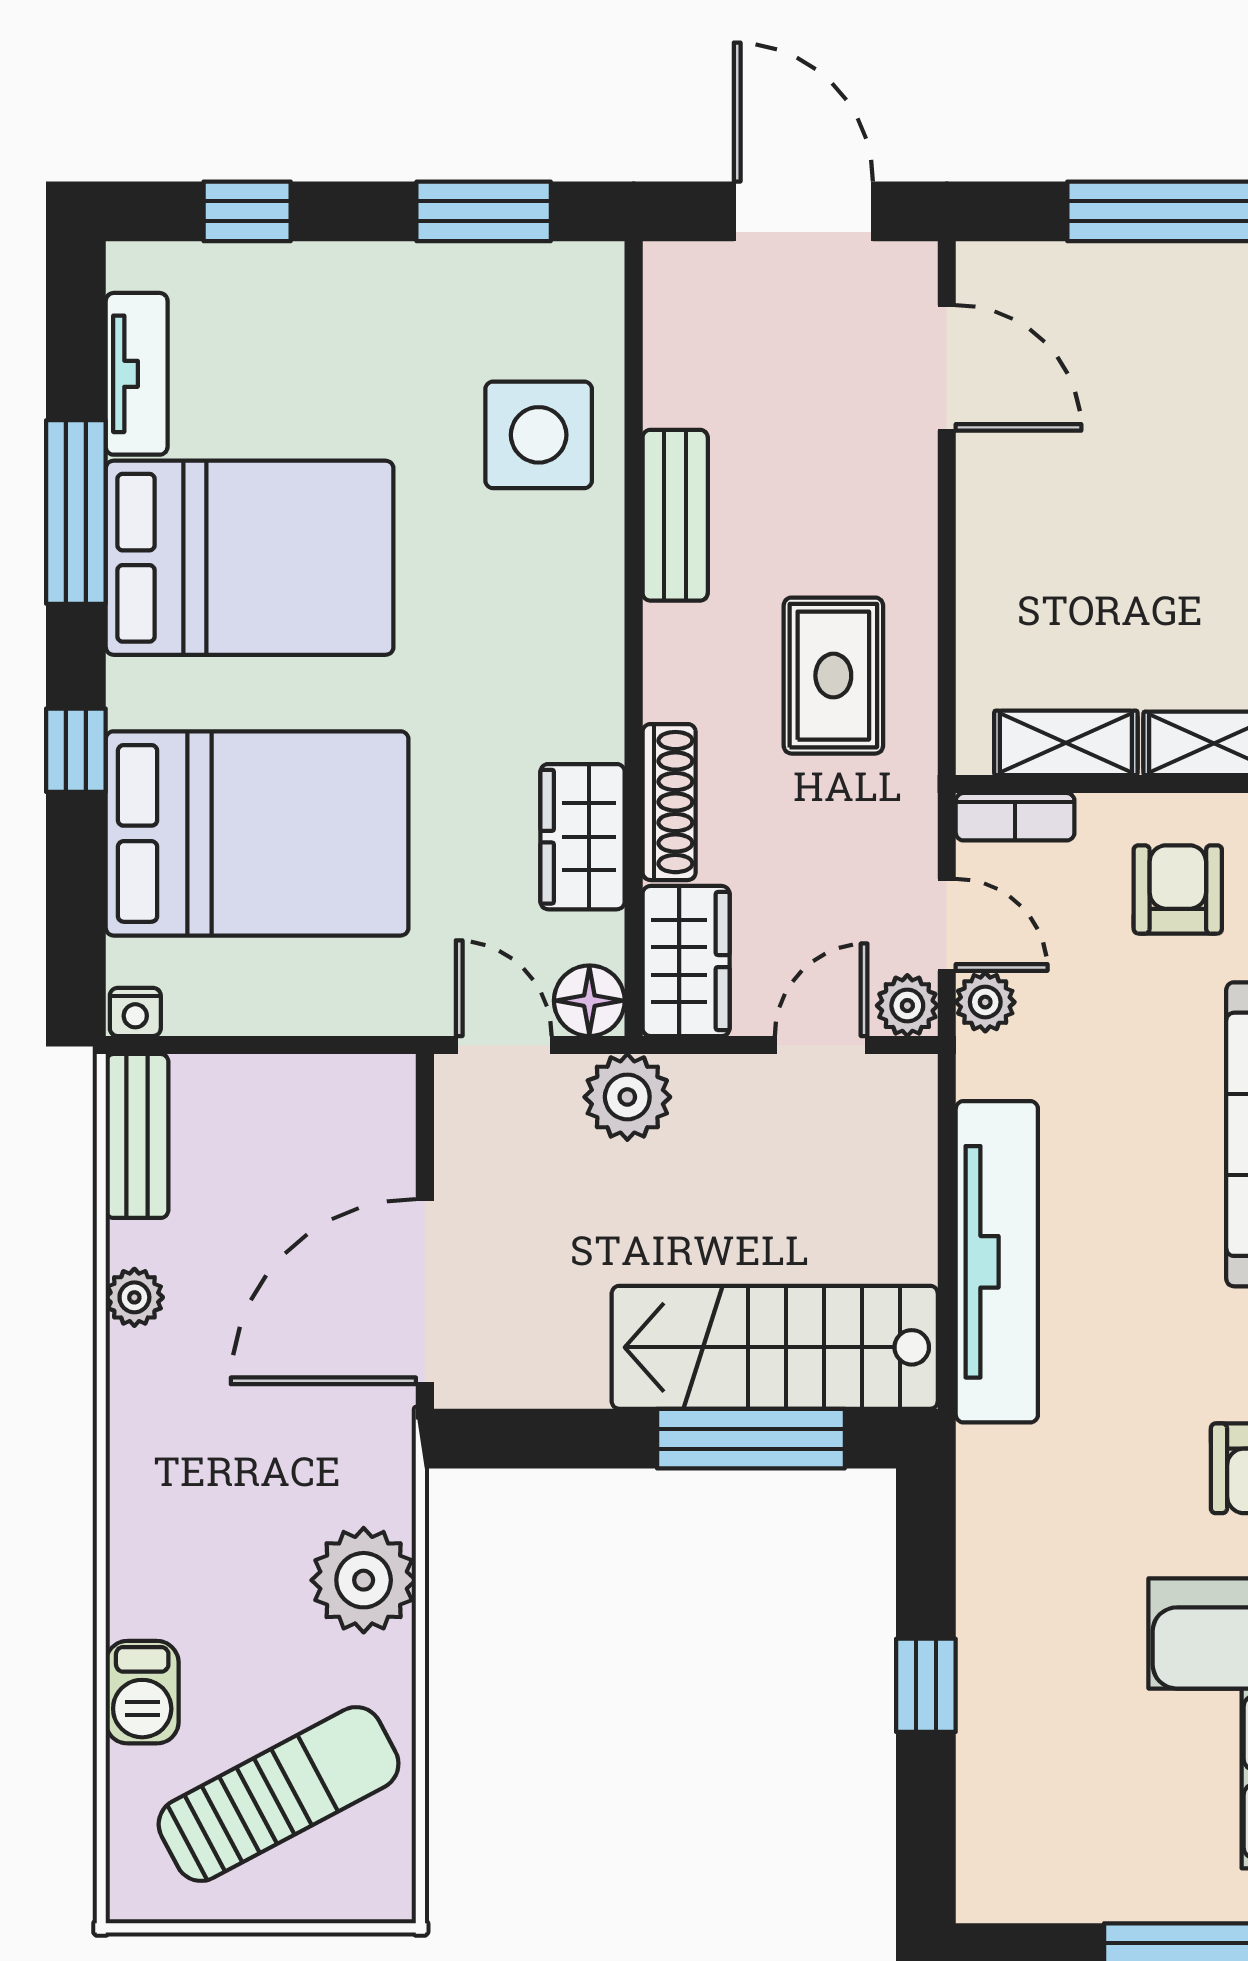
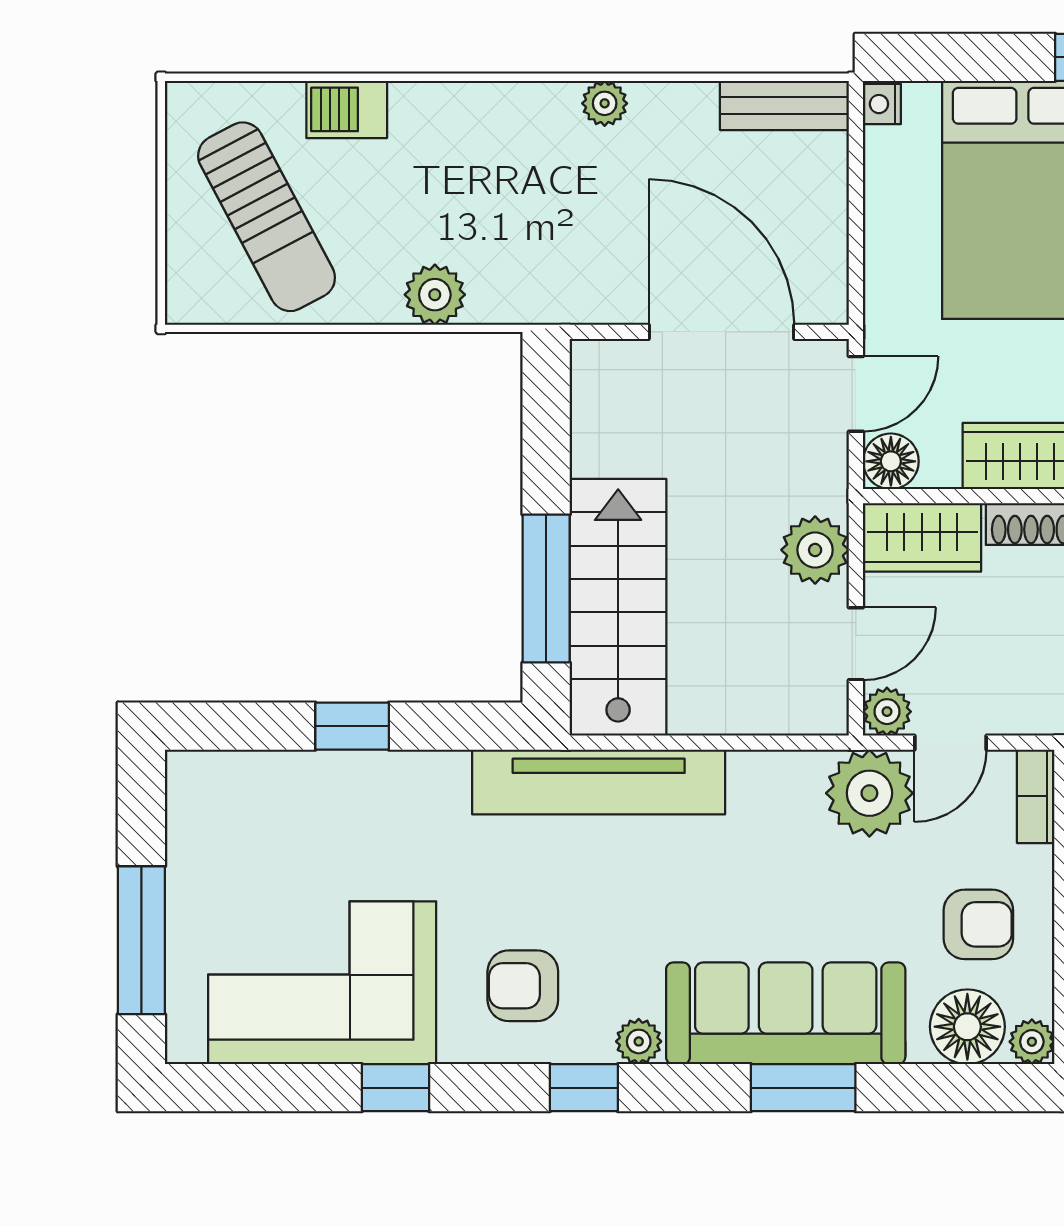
plant: (985, 1002) -> (869, 793), width x1.87, depth x1.87
door: (821, 1045) -> (856, 644), hinge flipped
plant: (627, 1097) -> (815, 550), moved
tv unit: (997, 1262) -> (599, 782), moved
door: (425, 1292) -> (721, 332), moved
plant: (134, 1297) -> (605, 103), moved
plant: (364, 1580) -> (435, 295), width x0.73, depth x0.73

